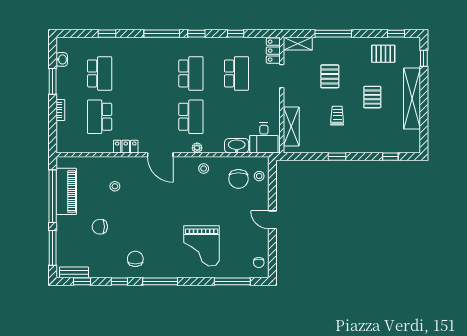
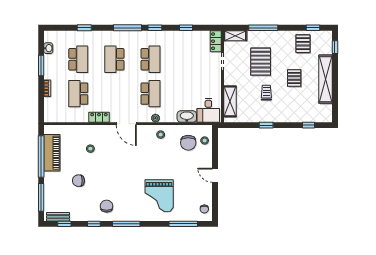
pallet: (383, 54) -> (303, 44), turned 90
school desk: (236, 73) -> (114, 59), moved, turned 180
pallet: (330, 76) -> (261, 62), width x1.50, depth x1.42

